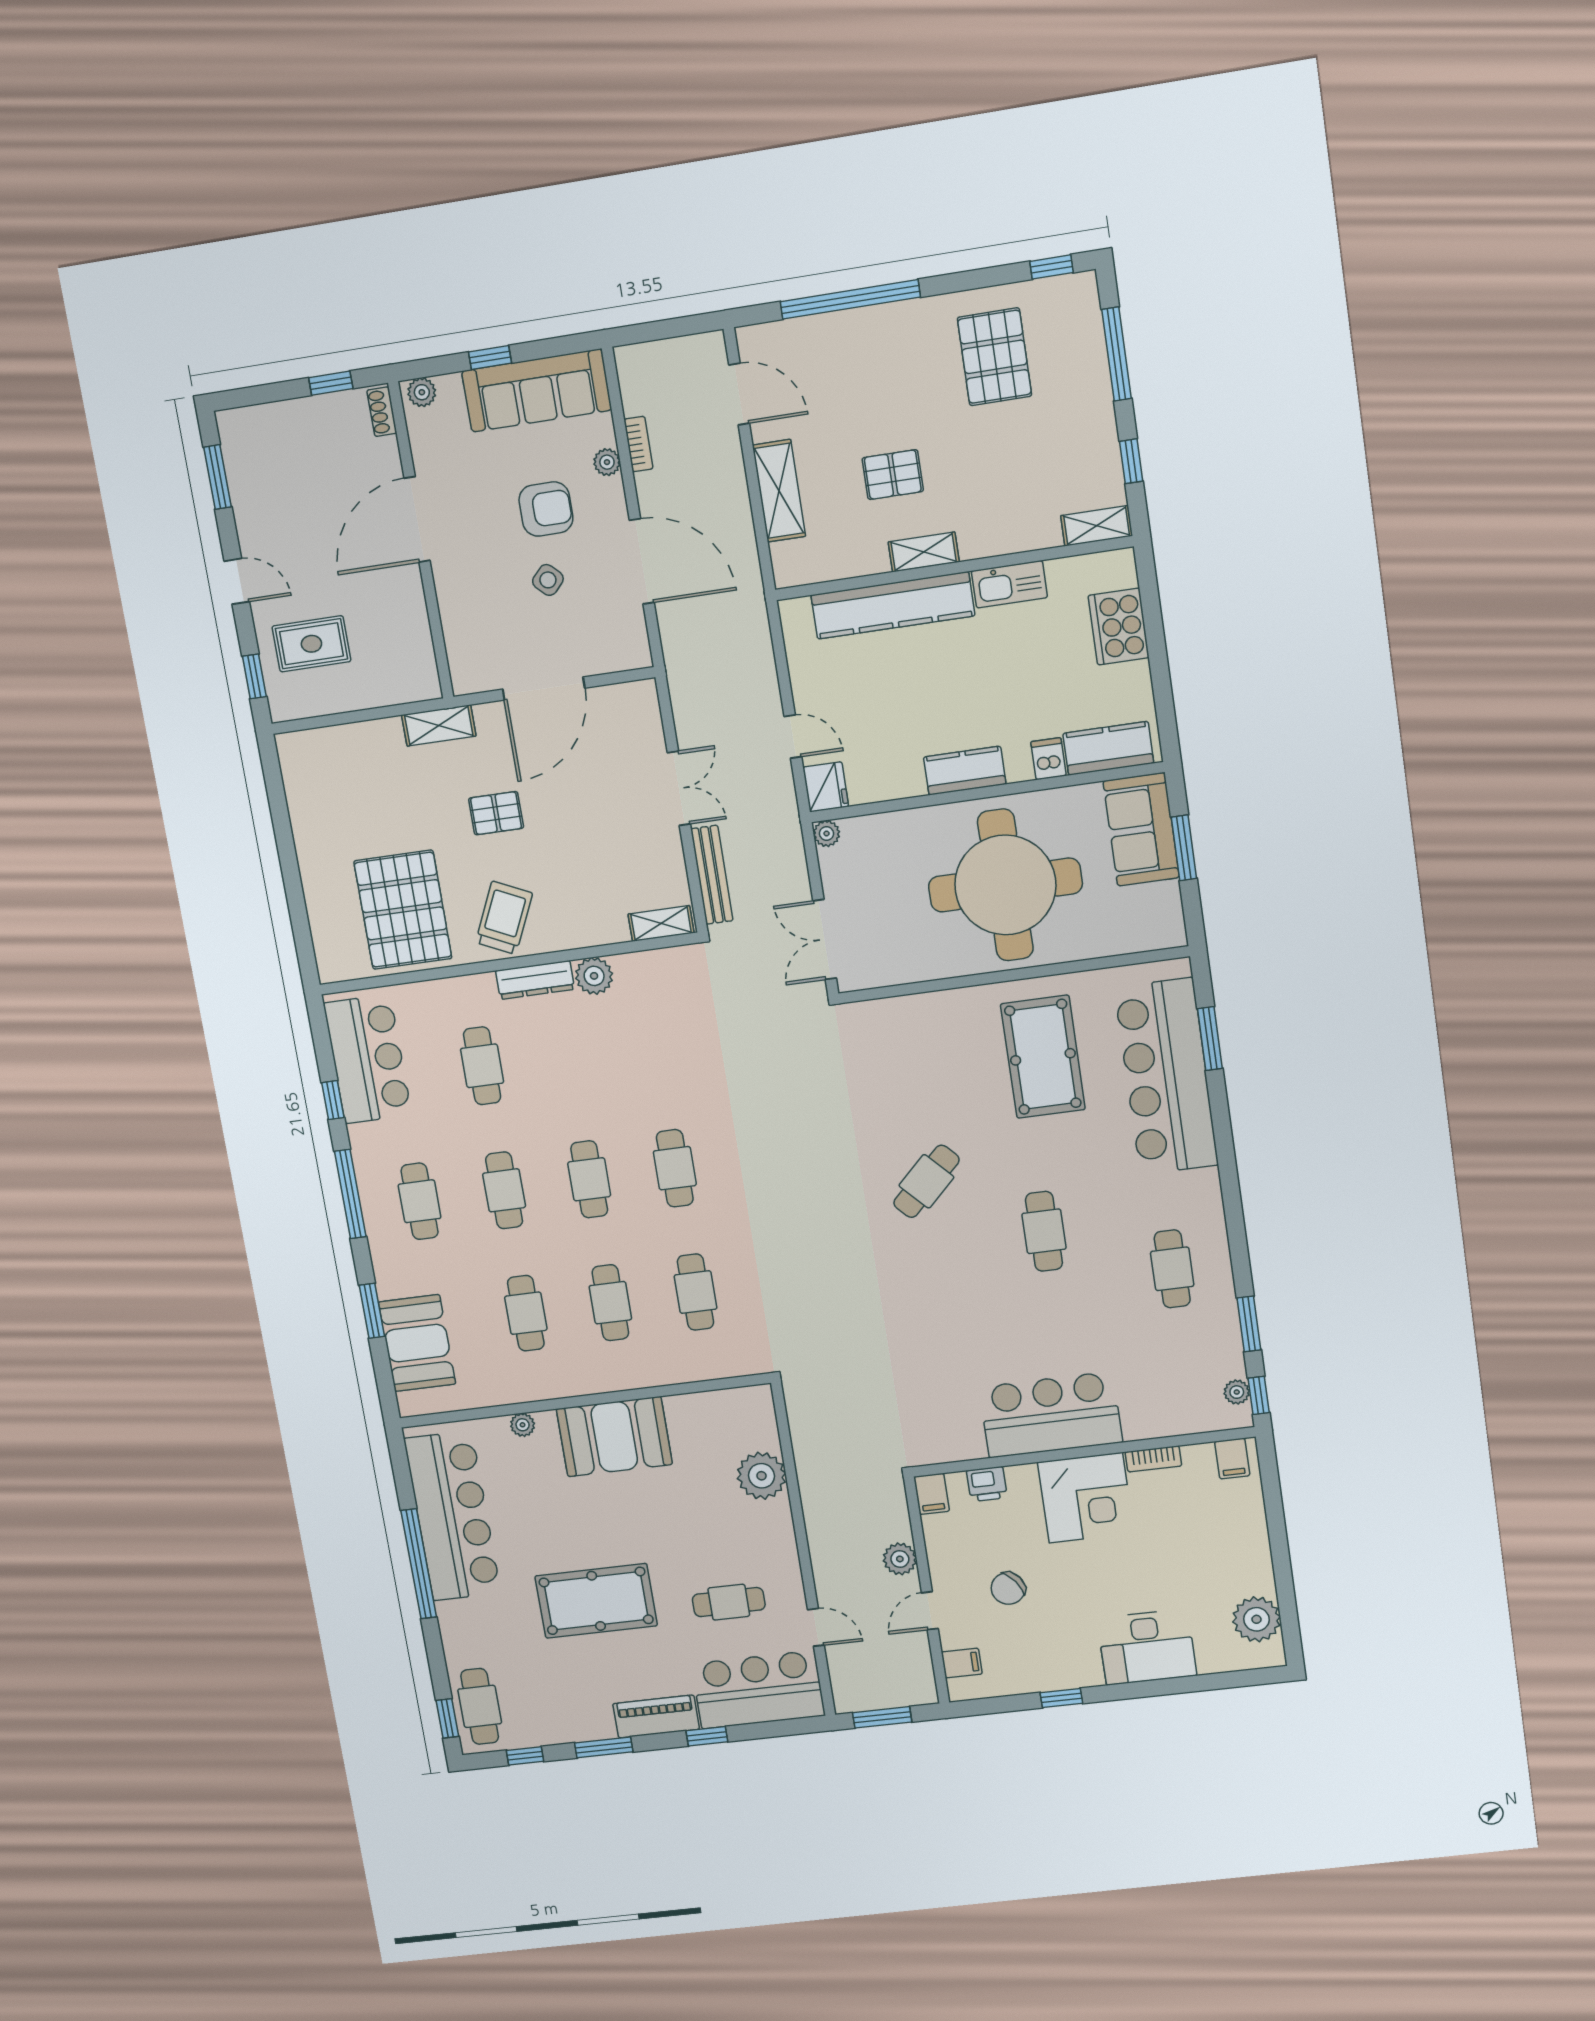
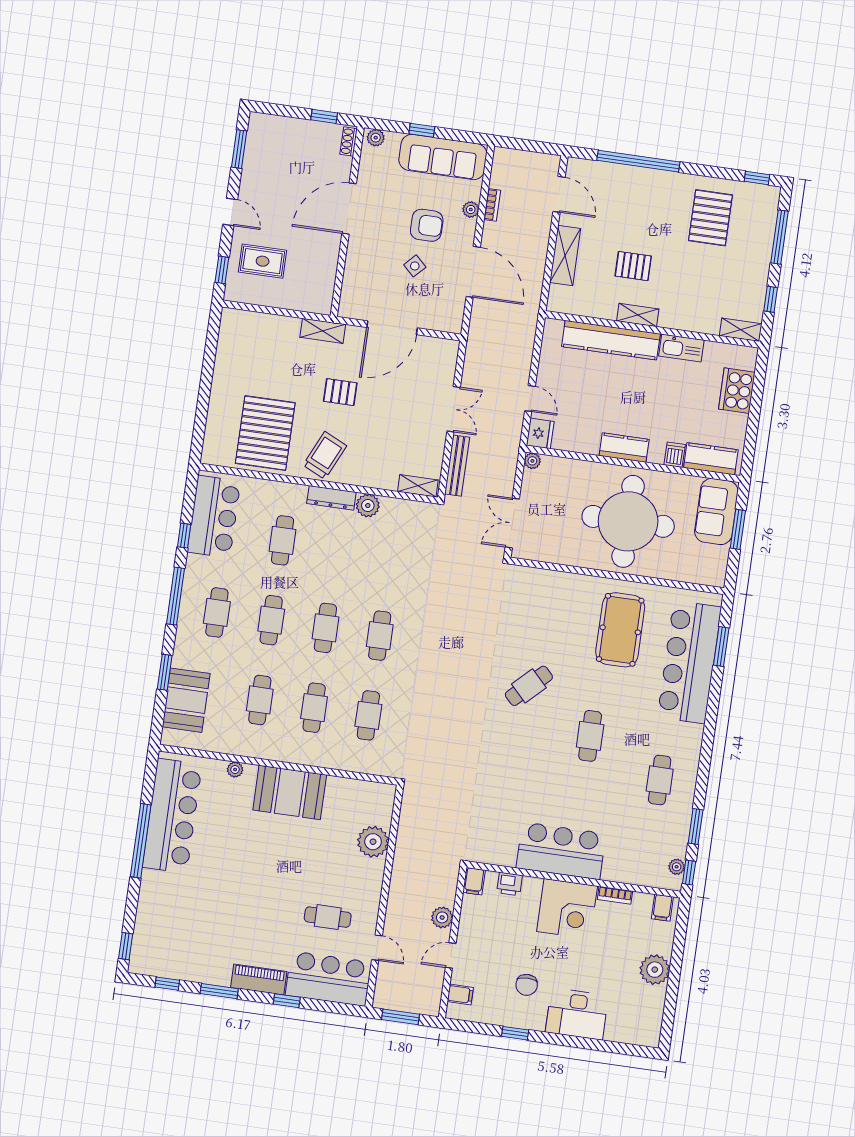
chair: (1008, 1588) -> (527, 985), moved, turned -53
pool table: (596, 1601) -> (245, 894), removed
plant: (1256, 1619) -> (655, 970), moved
cafe table: (480, 1706) -> (149, 944), removed

